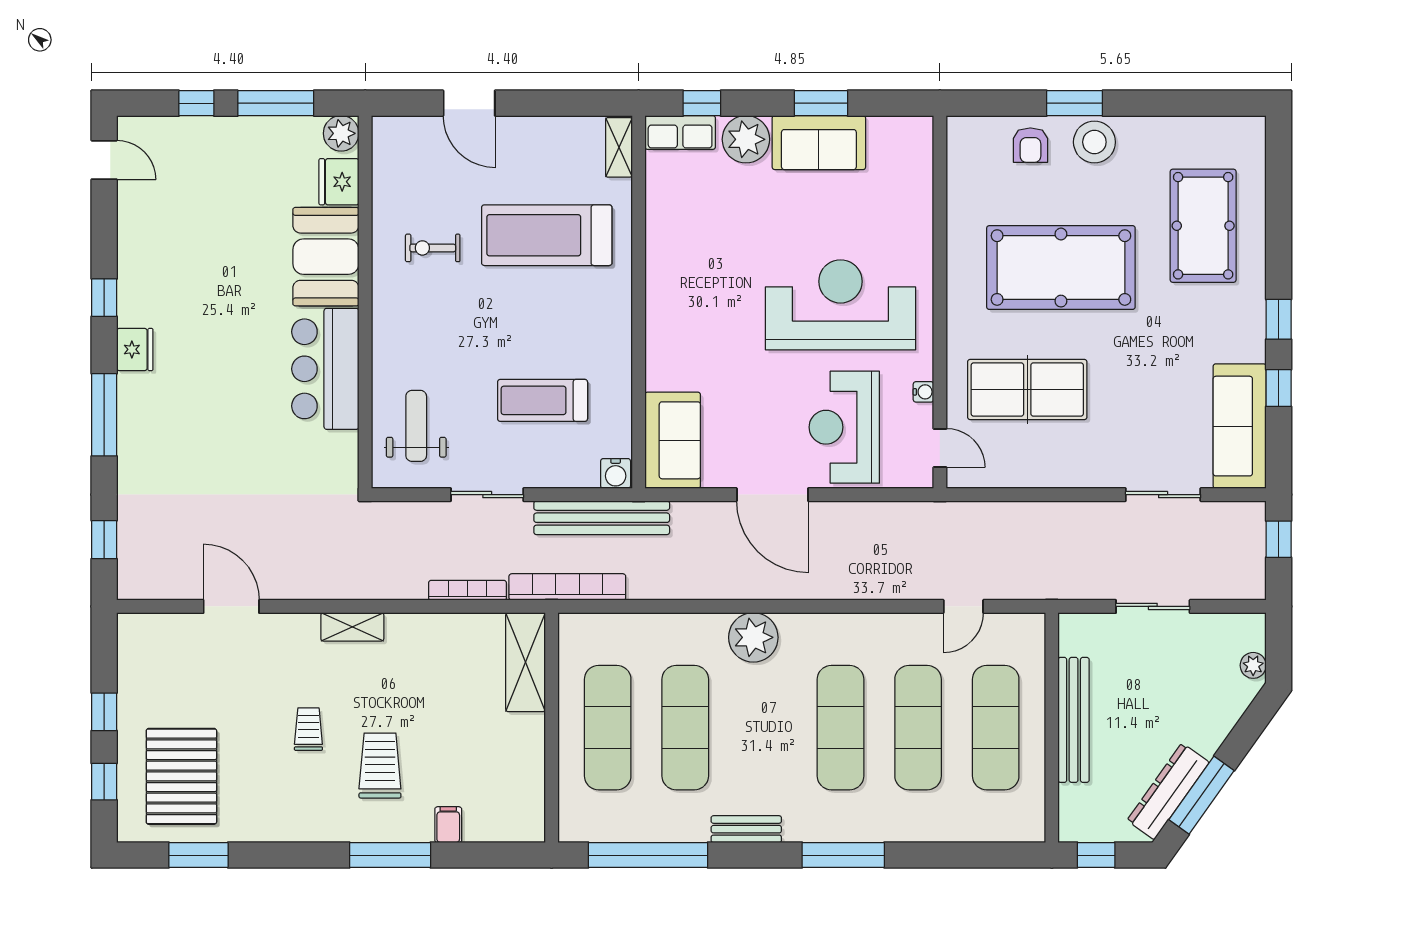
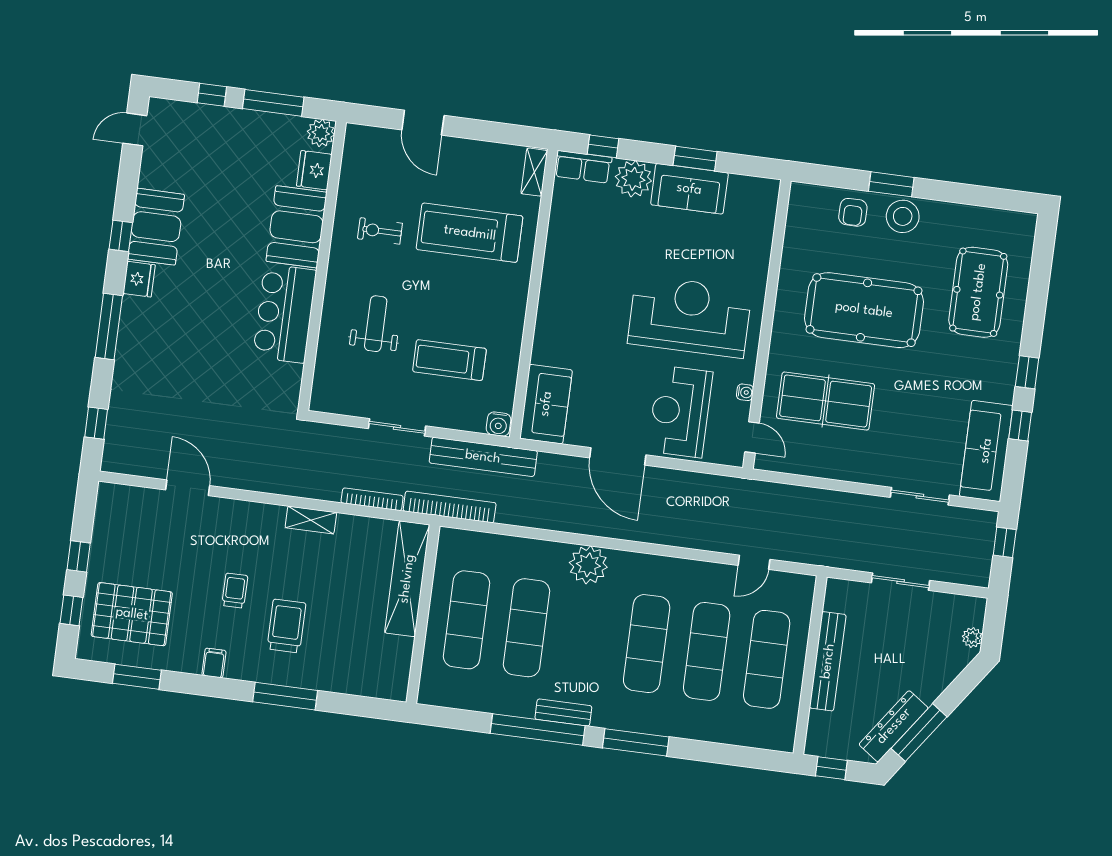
door: (104, 160) -> (135, 129), swing flipped
booth: (147, 280) -> (156, 227), added
weight bench: (416, 426) -> (376, 324), moved
shelving: (352, 627) -> (311, 520), moved
shelving: (526, 662) -> (407, 579), width x1.47
pallet: (181, 776) -> (132, 614), turned 90
filing cabinet: (448, 825) -> (214, 663), moved
window: (648, 855) -> (538, 729), moved

